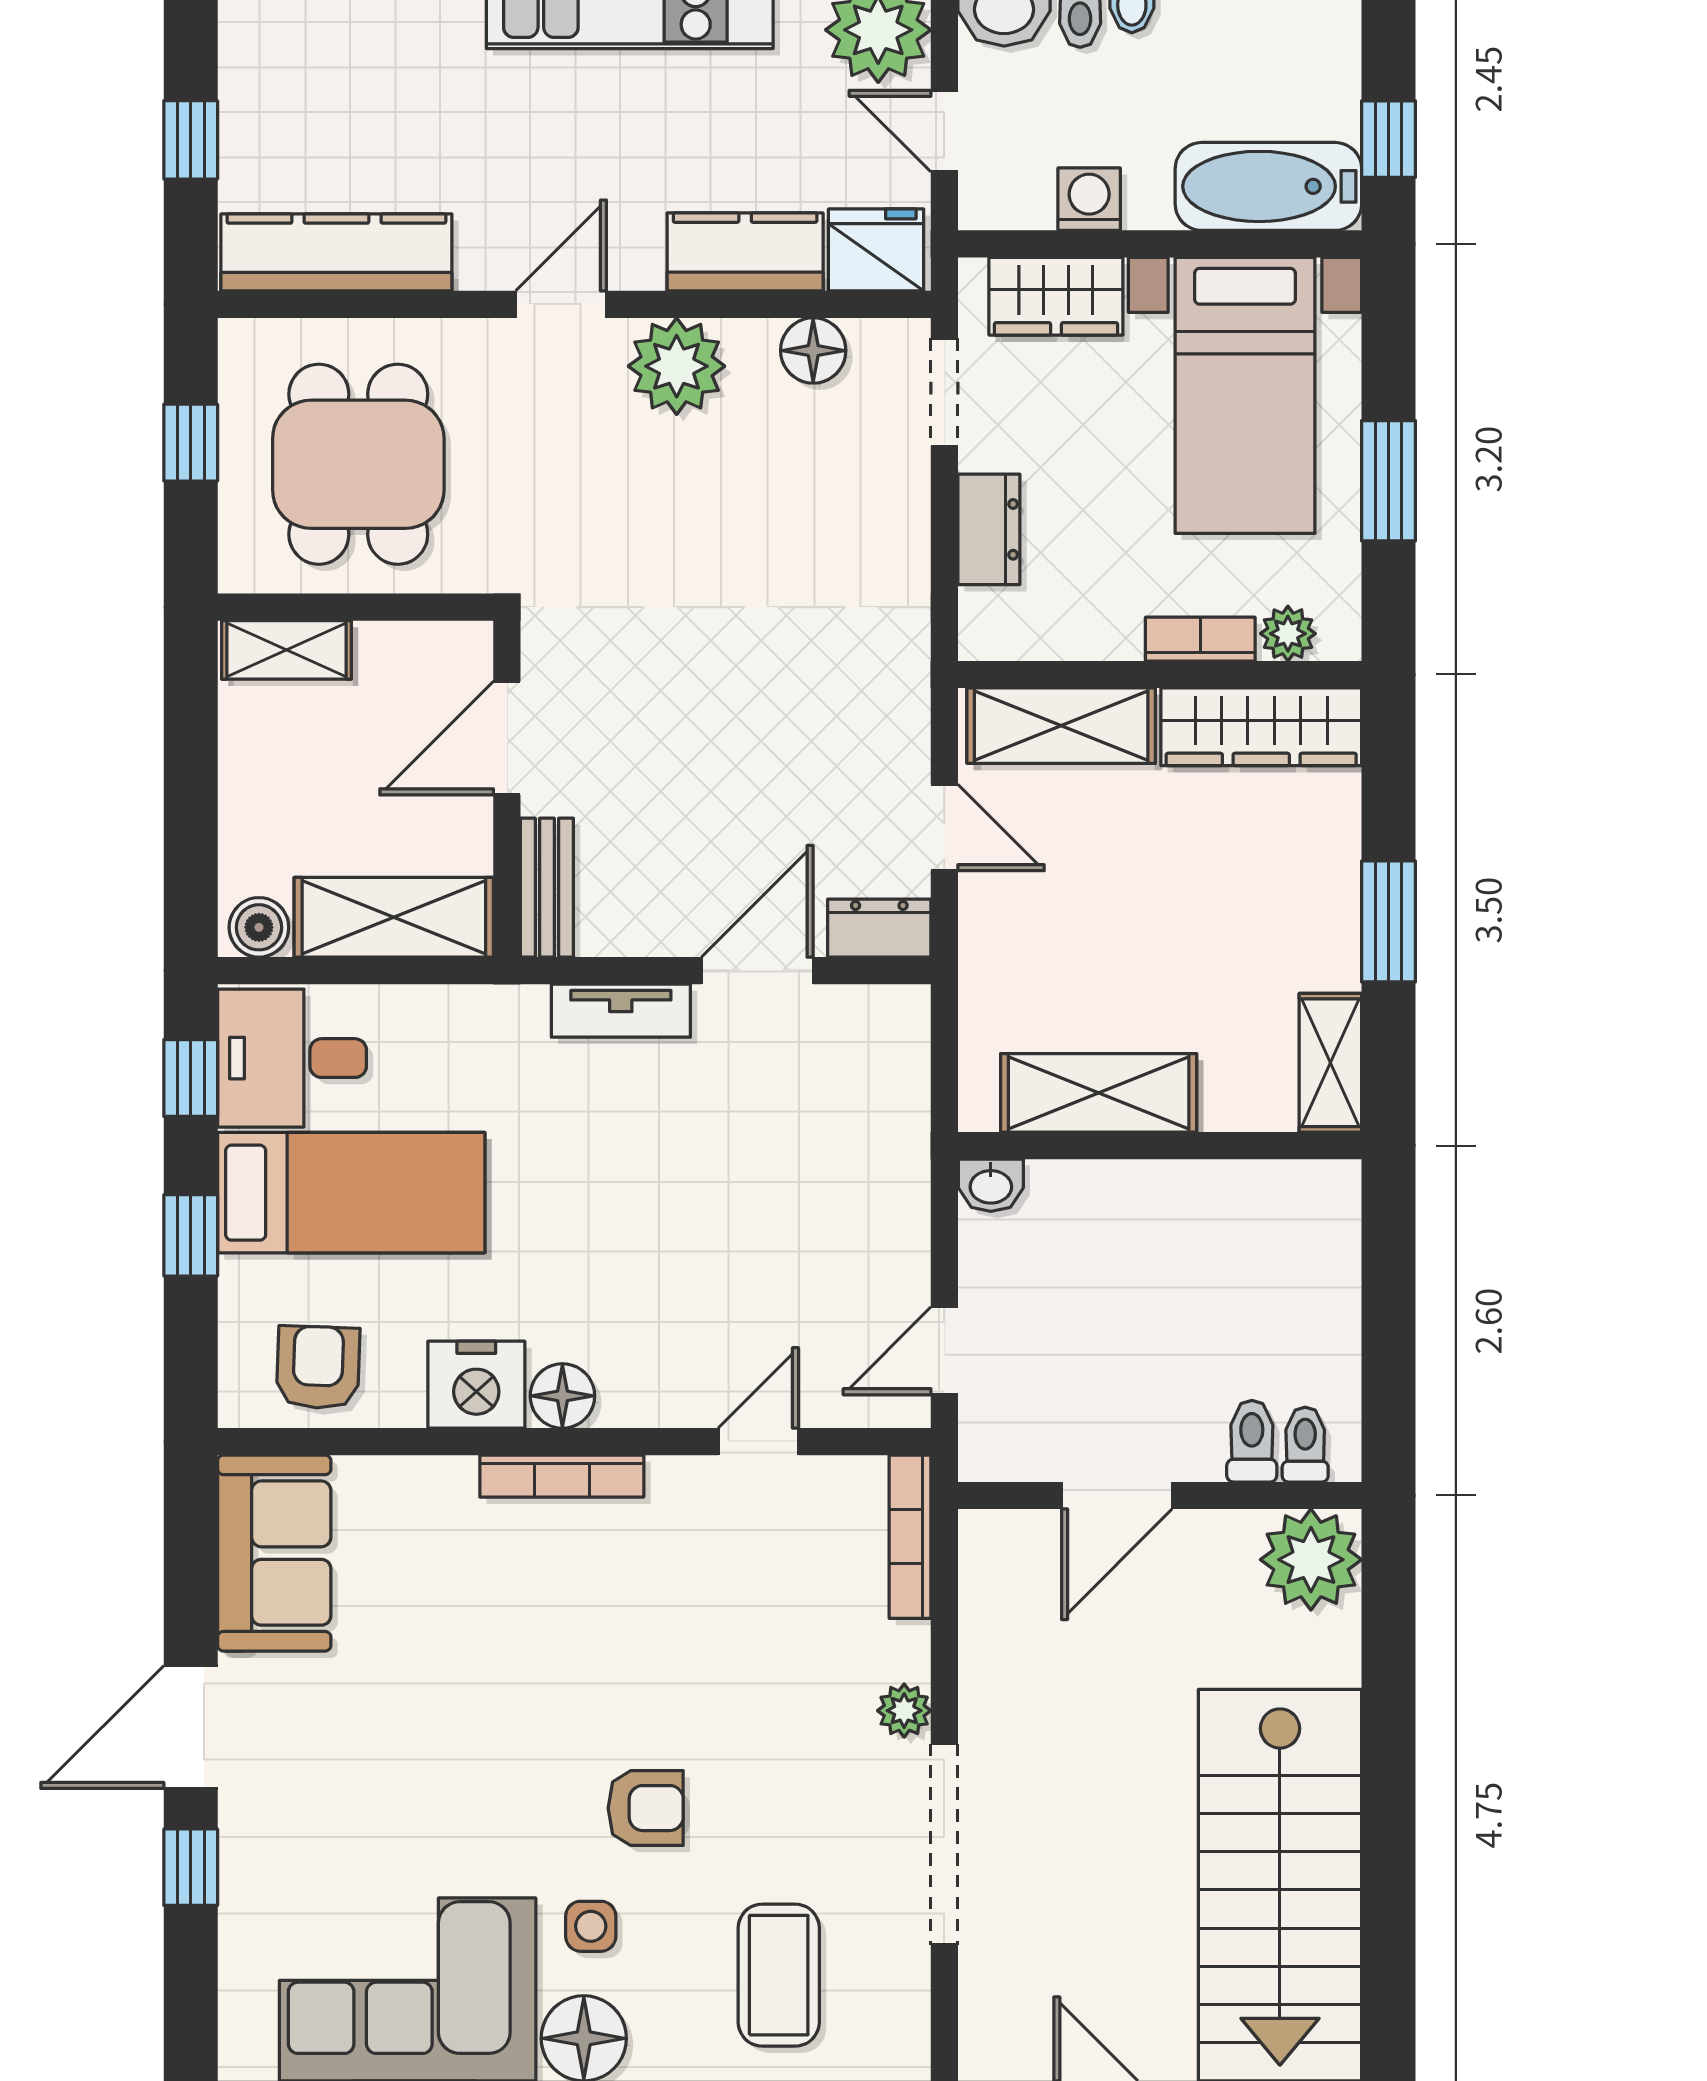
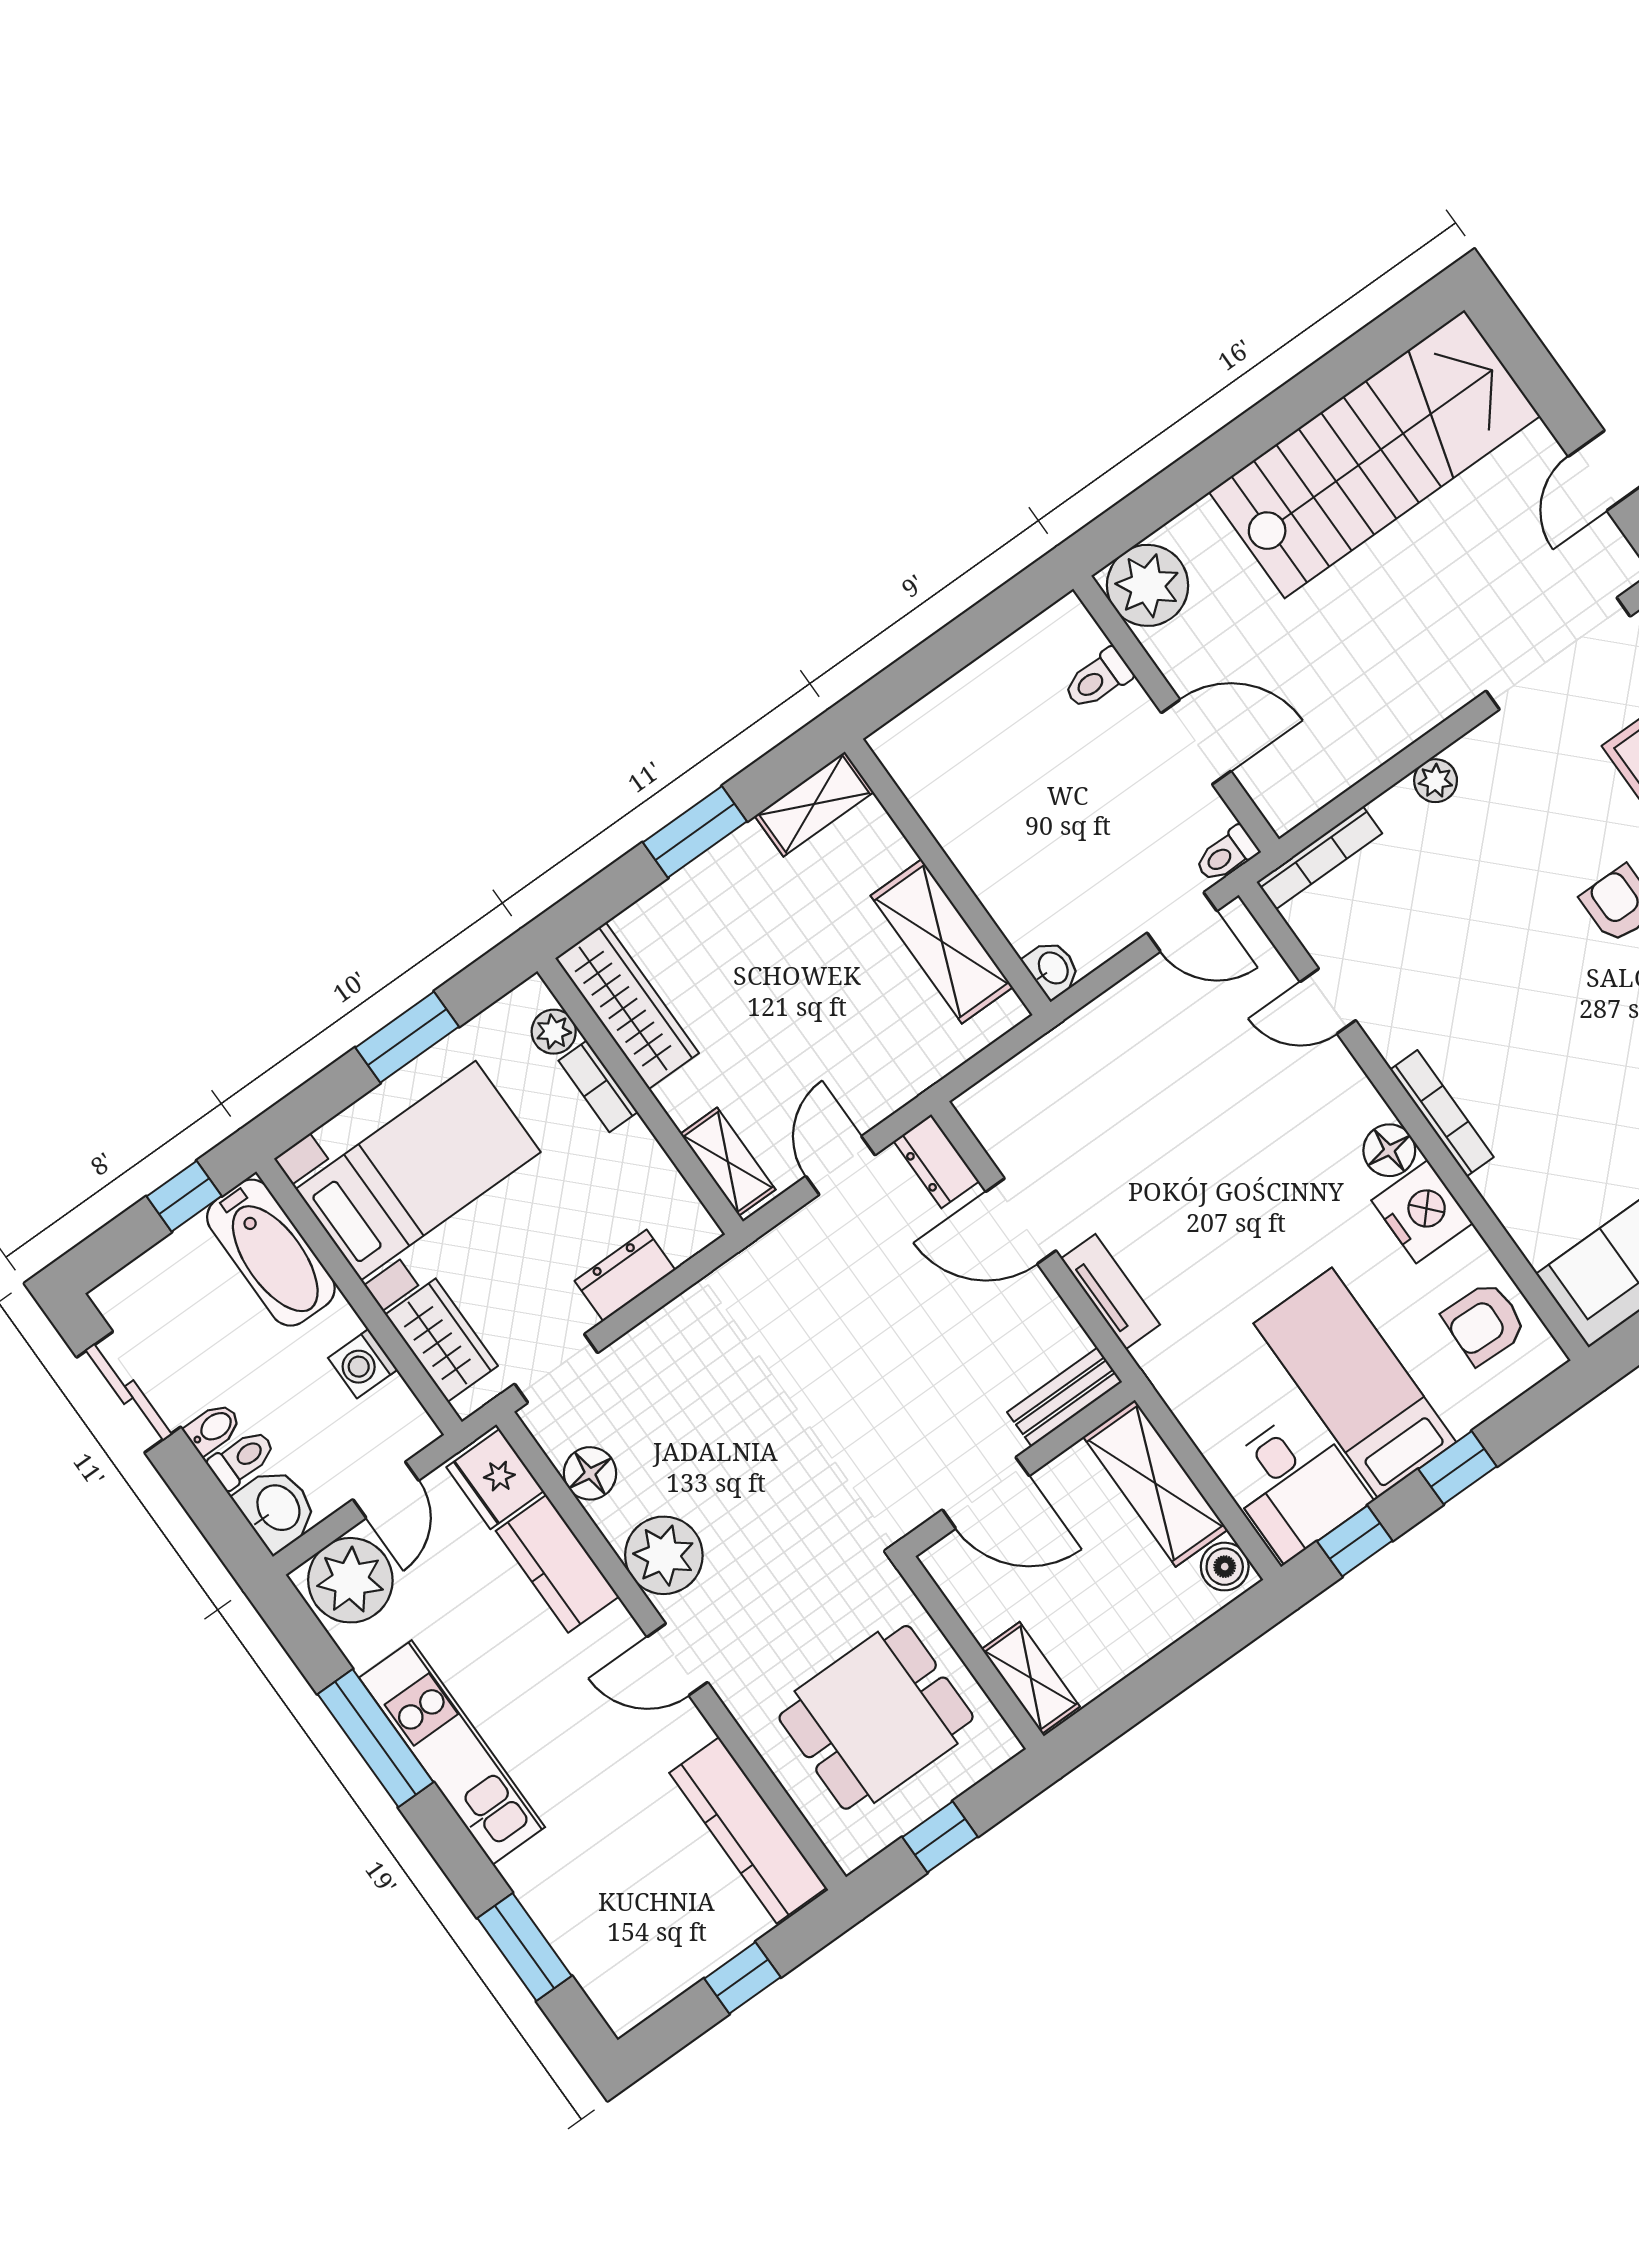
shelving: (1061, 726) -> (728, 1162), width x0.67, depth x0.75
toilet: (1305, 1445) -> (1226, 854), moved
doorway: (944, 1844) -> (1558, 654), moved

